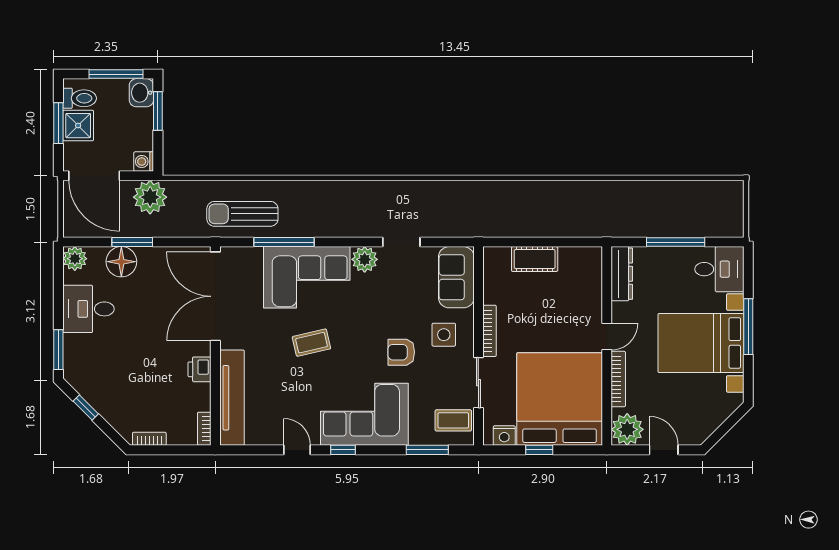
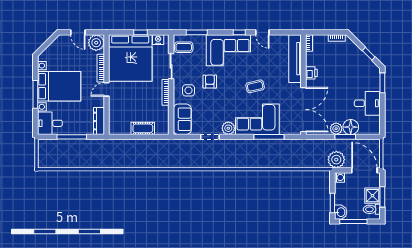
sun lounger: (242, 214) -> (290, 151), removed
plant: (75, 259) -> (336, 129), moved
armchair: (401, 352) -> (210, 82), turned -90

